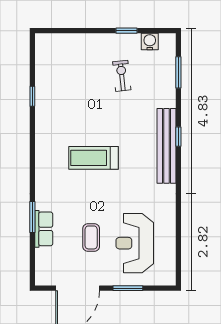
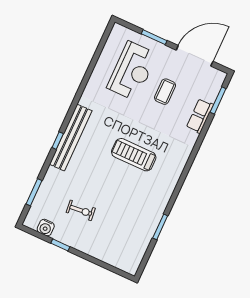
exercise bike: (122, 76) -> (81, 210), turned -90
window: (32, 96) -> (160, 227), width x1.50
treadmill: (94, 158) -> (134, 155), turned 180
window: (32, 217) -> (218, 100), moved

